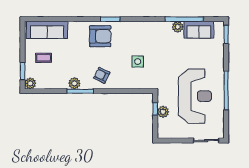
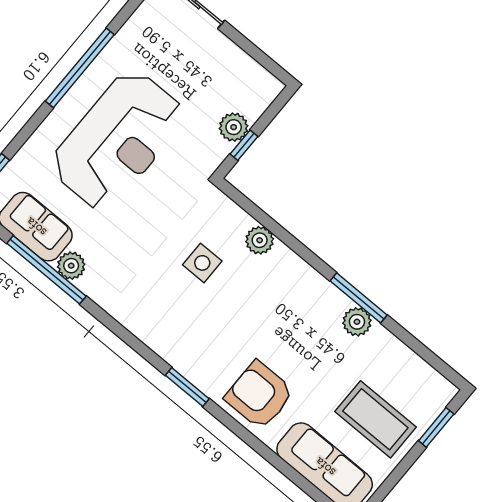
armchair: (100, 36) -> (259, 395), moved
coffee table: (43, 58) -> (375, 419), width x1.86, depth x1.72
armchair: (102, 75) -> (292, 294), removed
plant: (30, 83) -> (260, 240), moved
reception desk: (195, 96) -> (118, 140), moved, turned 180

